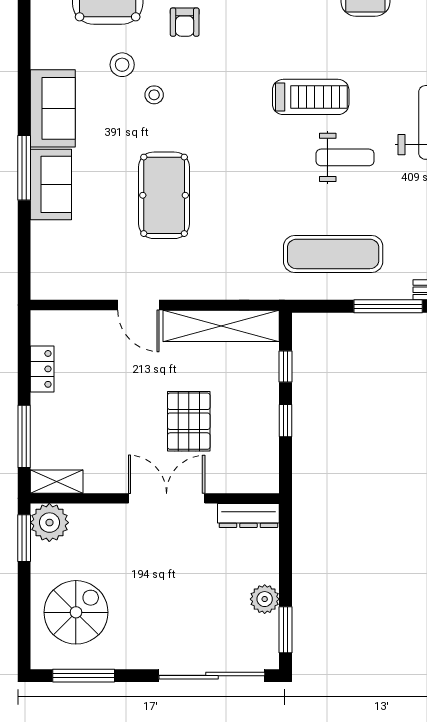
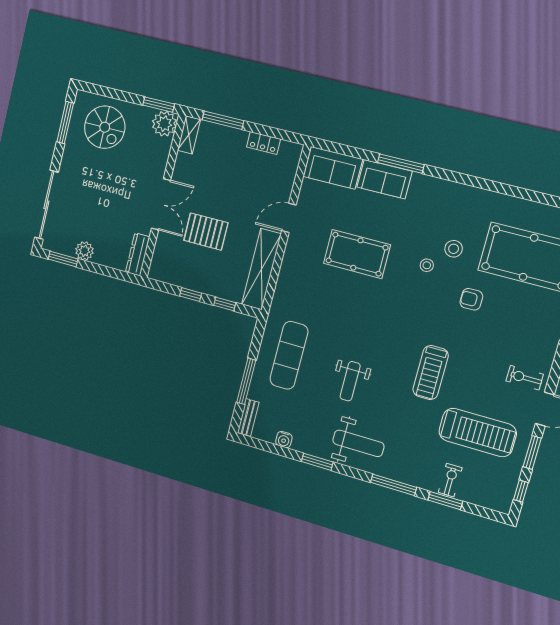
treadmill: (311, 97) -> (431, 373), moved
sofa: (53, 108) -> (333, 168), moved

